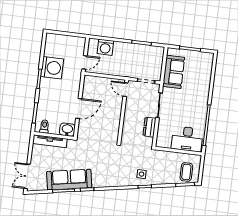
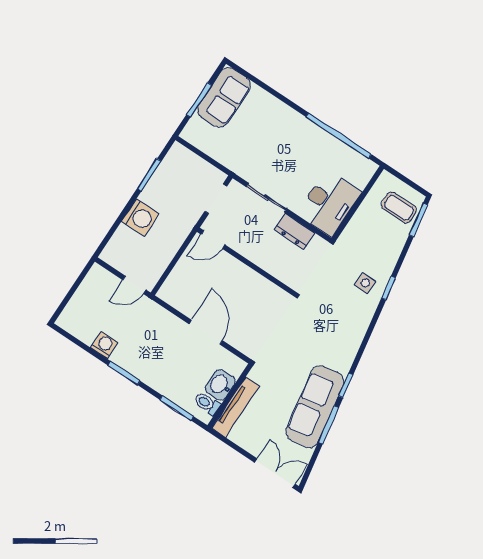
washing machine: (105, 47) -> (140, 217), moved
door: (84, 62) -> (134, 285), swing flipped
washing machine: (52, 68) -> (104, 345), width x0.53, depth x0.53
sofa: (174, 72) -> (224, 97), moved, turned 90
washbasin: (67, 130) -> (220, 385), moved
desk: (187, 139) -> (329, 203), moved
double door: (27, 176) -> (275, 473), swing flipped

